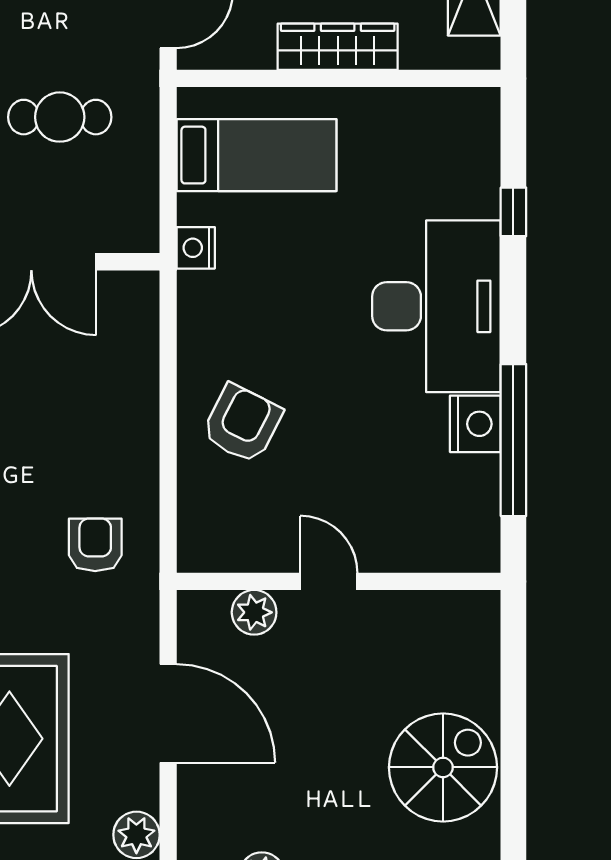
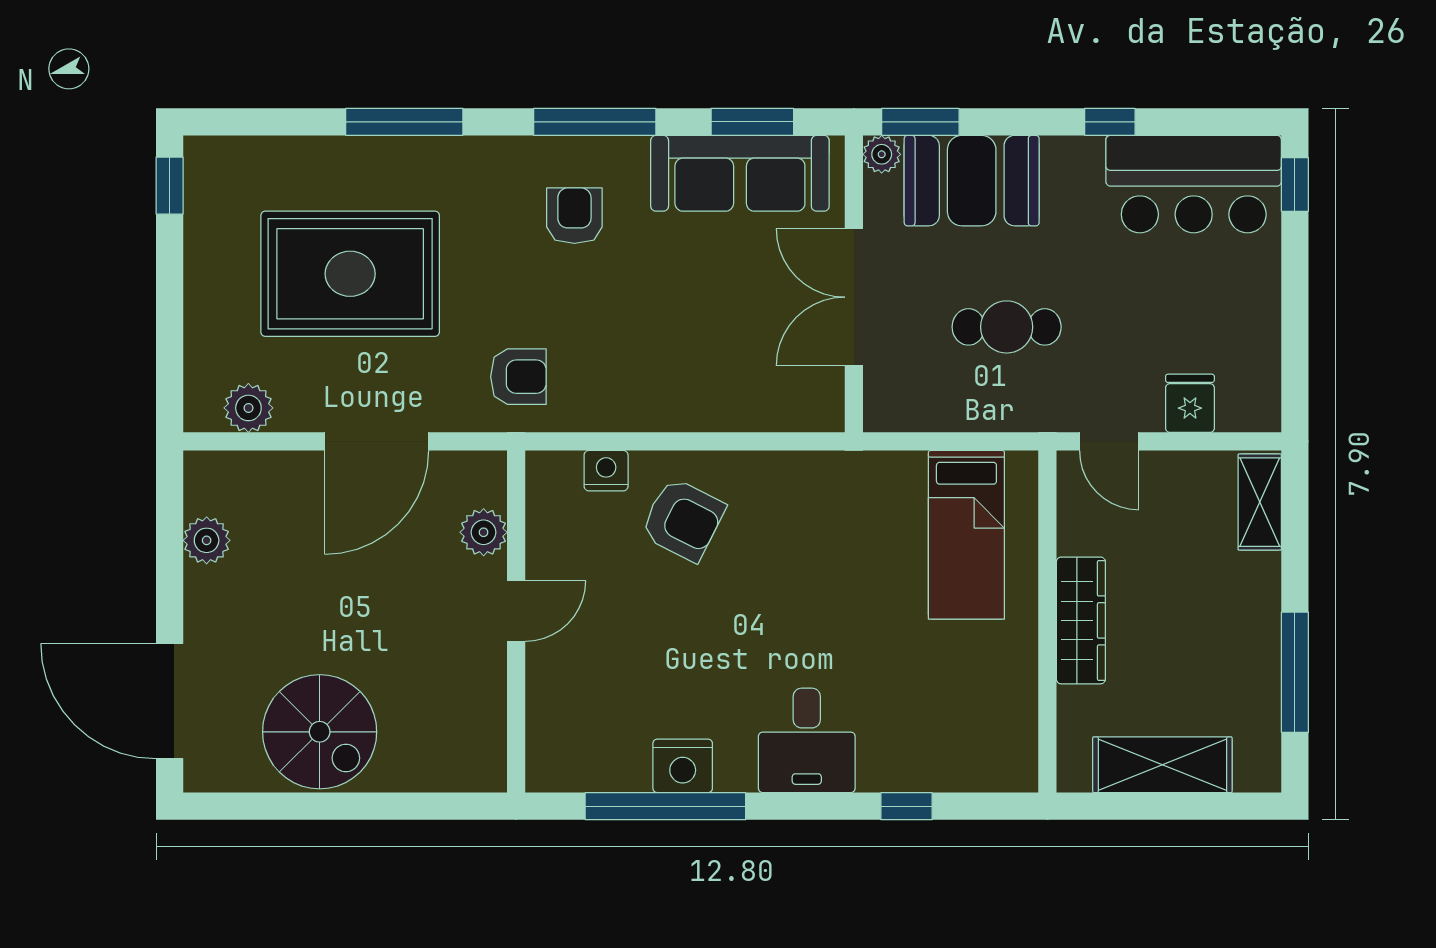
cafe table: (60, 117) -> (1007, 327), turned 90
nightstand: (196, 248) -> (606, 471), moved
desk: (436, 306) -> (807, 740), width x0.53, depth x0.77
armchair: (95, 545) -> (518, 377), moved

